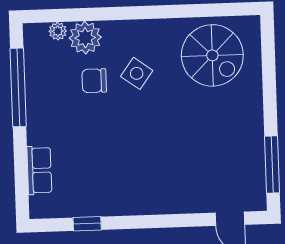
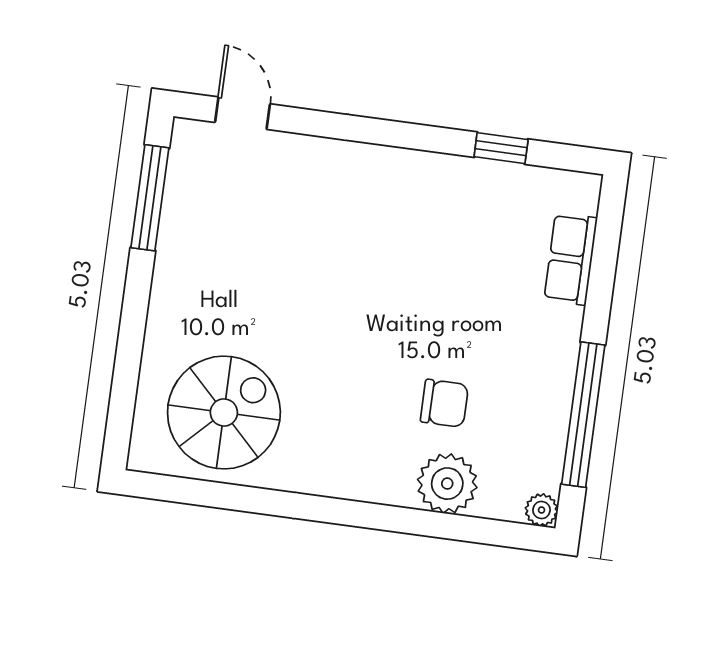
plant: (58, 31) -> (542, 510), moved
spiral stairs: (212, 55) -> (224, 412), turned 90
side table: (137, 73) -> (366, 403), removed

